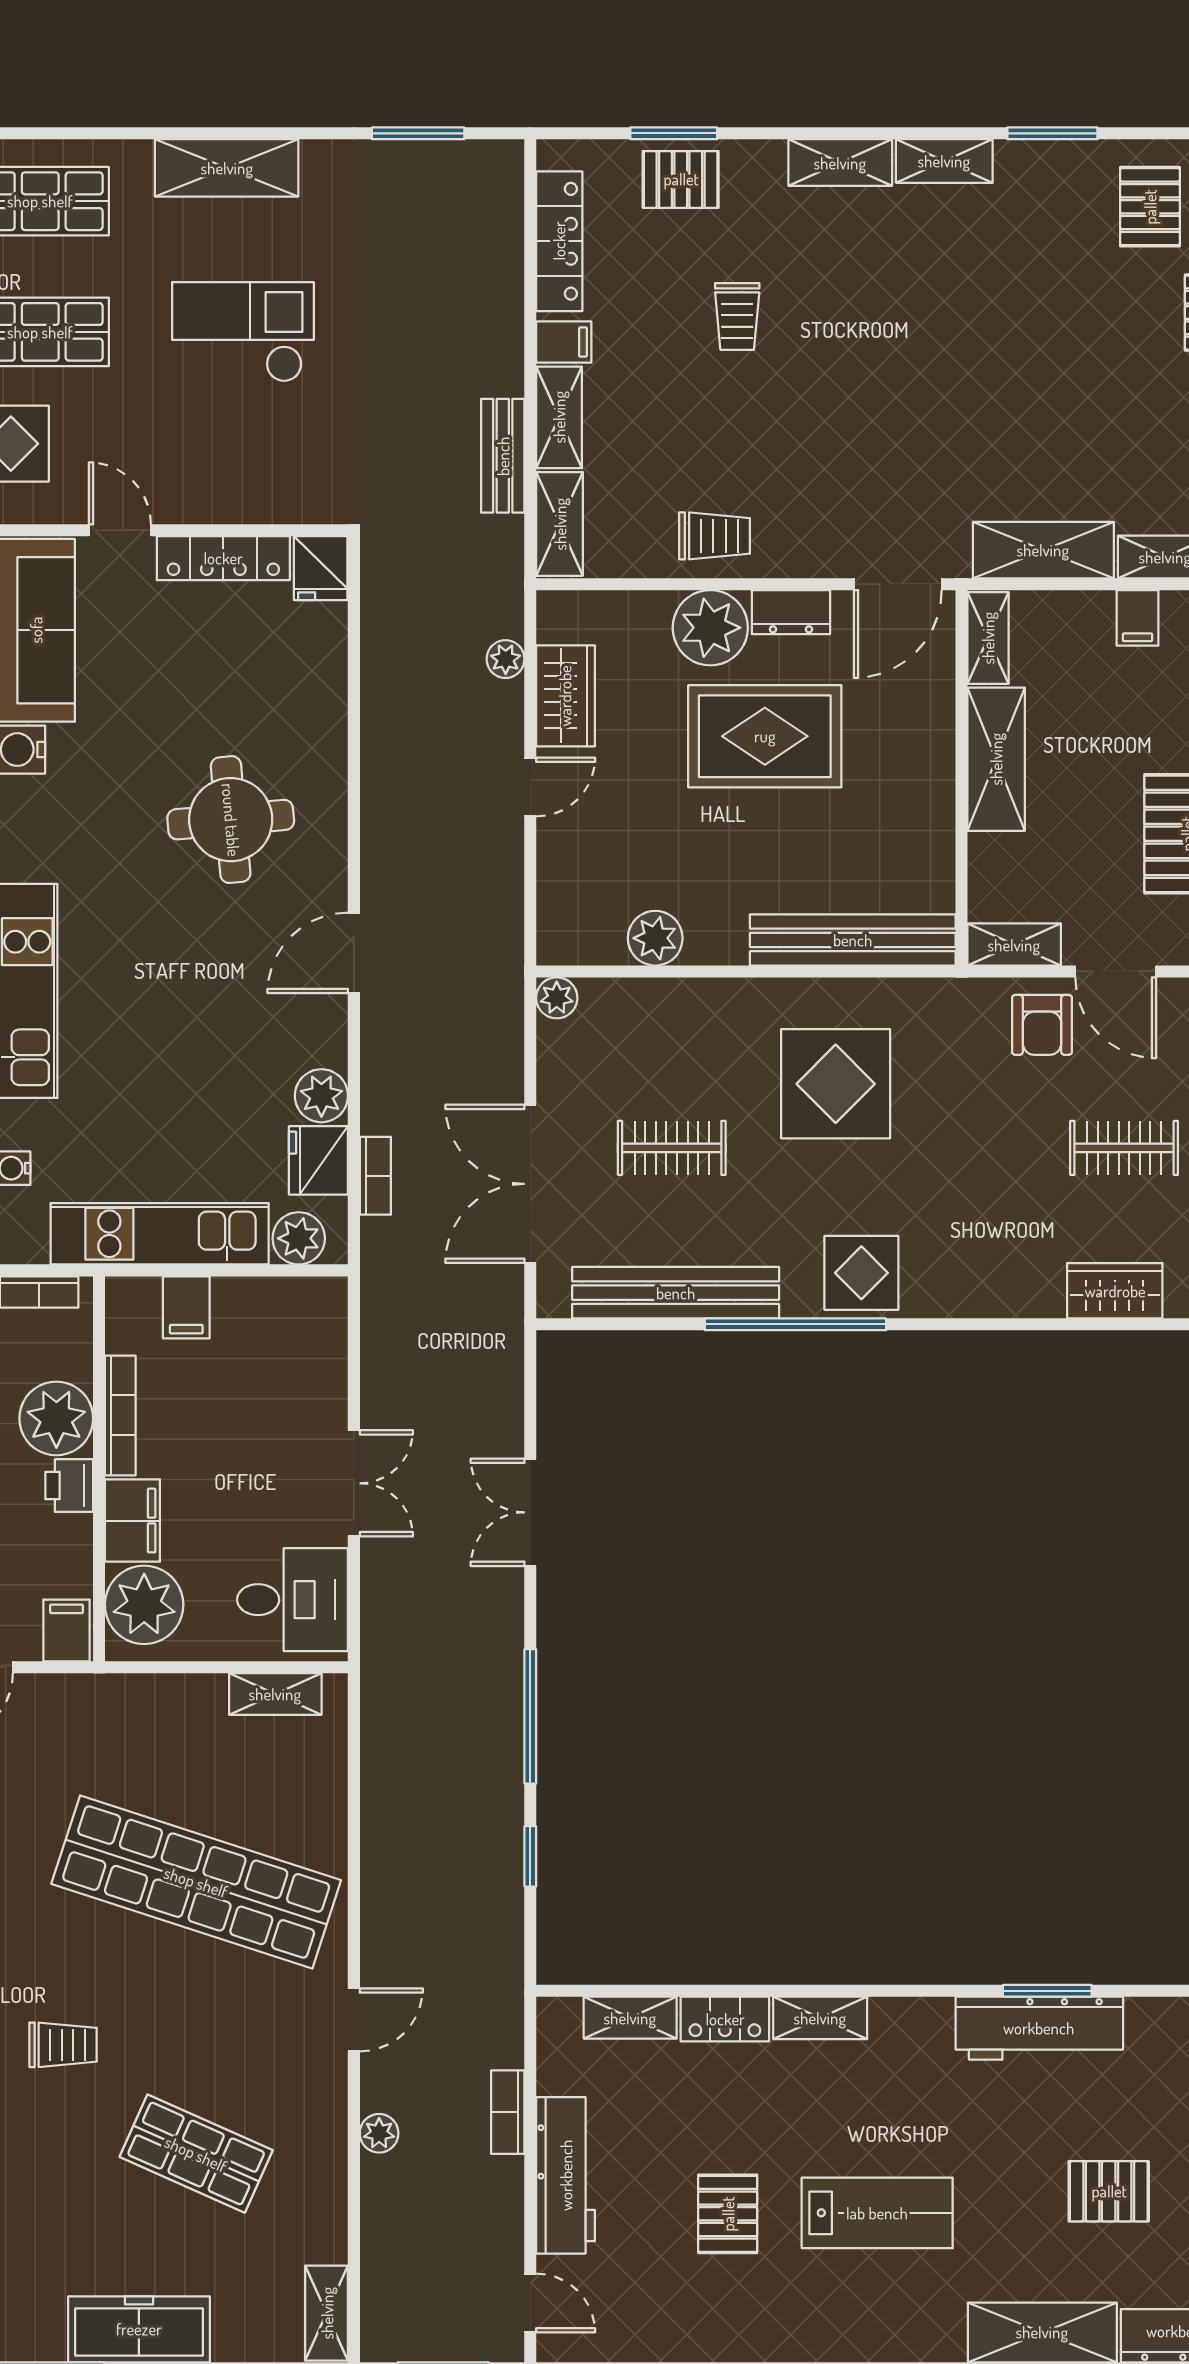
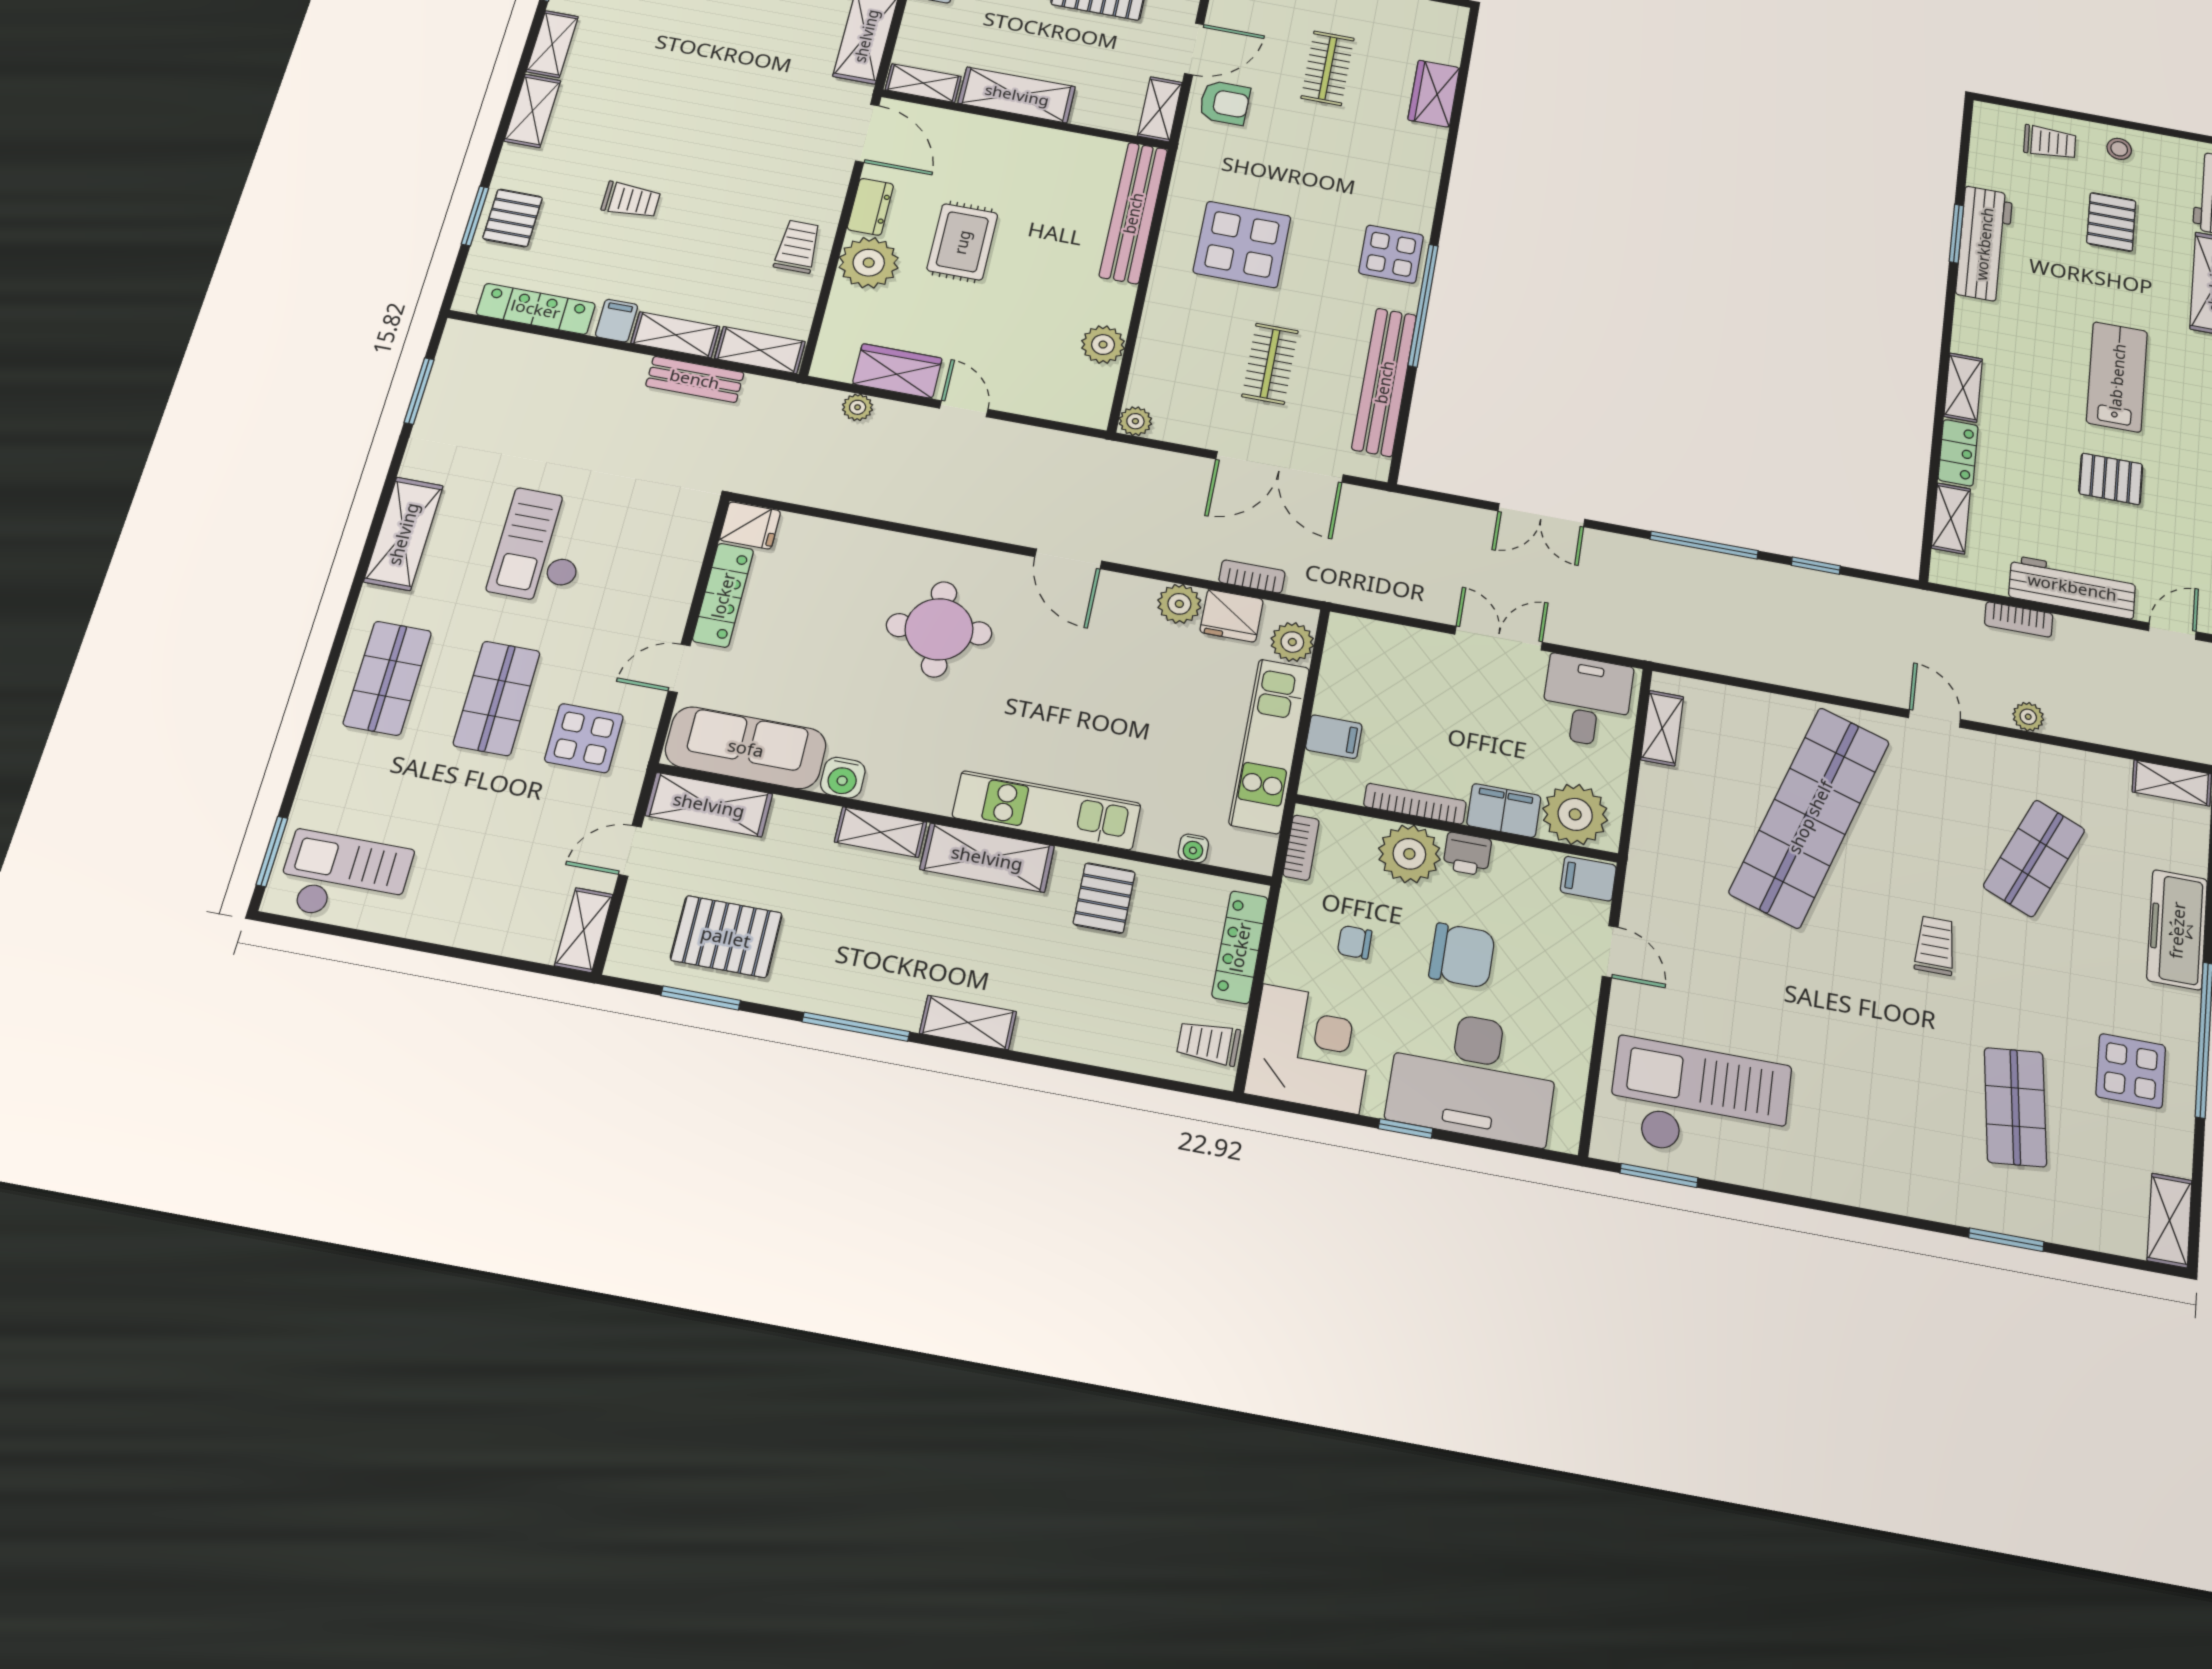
rug: (765, 736) -> (962, 242), width x0.73, depth x0.70

